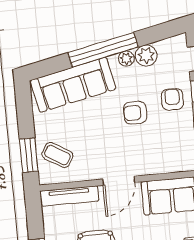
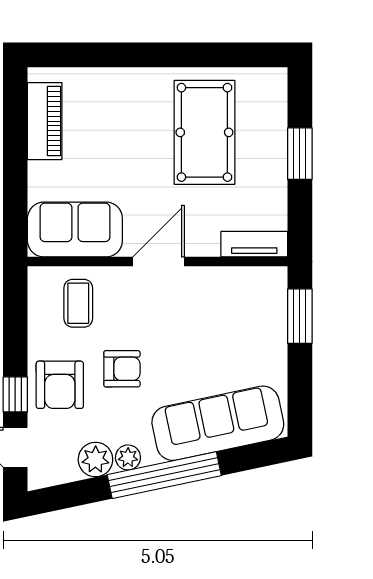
armchair: (172, 99) -> (60, 385), width x1.38, depth x1.38
coffee table: (57, 155) -> (78, 303), moved, turned 59
tv unit: (69, 196) -> (254, 244), width x0.71

